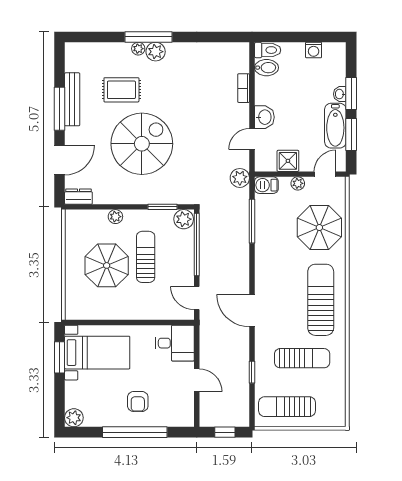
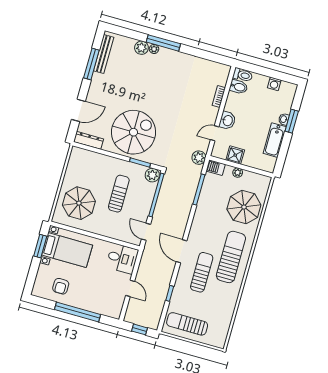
plant: (156, 52) -> (141, 48), moved
rug: (121, 90) -> (134, 74), removed
bench: (72, 99) -> (104, 54), moved
window: (60, 109) -> (91, 64), moved
window: (351, 135) -> (284, 149), removed
spiral stairs: (142, 144) -> (134, 132), moved
door: (325, 174) -> (258, 171), removed
dresser: (78, 197) -> (88, 140), width x1.44
plant: (115, 217) -> (106, 160), removed
parasol: (107, 265) -> (79, 203), moved
sun lounger: (302, 358) -> (202, 272), moved, turned -90
armchair: (138, 402) -> (61, 286), moved
plant: (74, 418) -> (38, 290), removed

